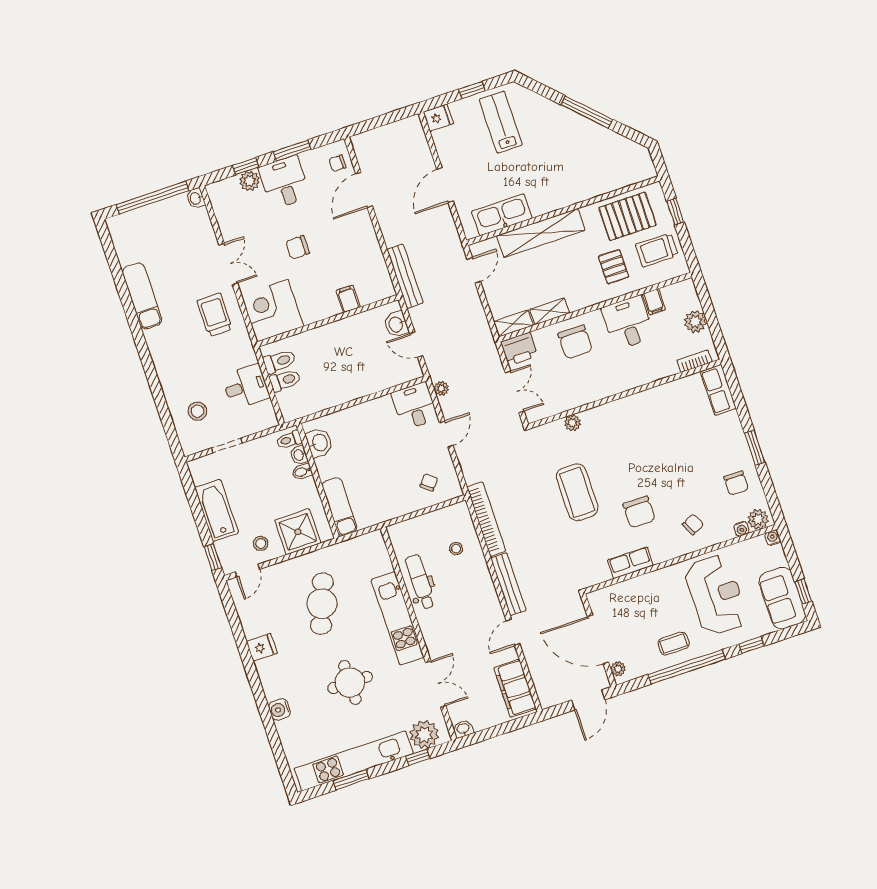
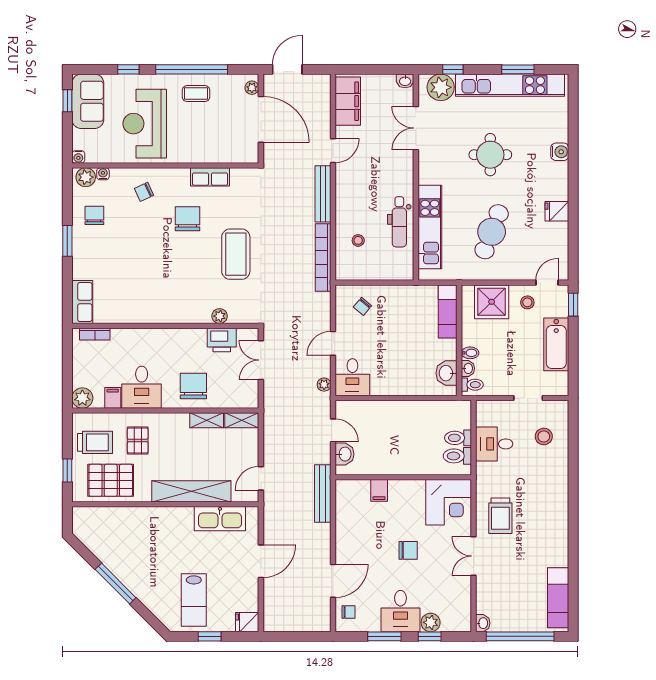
exam couch: (142, 296) -> (558, 598), moved
plant: (695, 322) -> (82, 398), moved
printer: (519, 349) -> (222, 340), moved, turned 180
kitchen unit: (398, 618) -> (430, 227), moved

